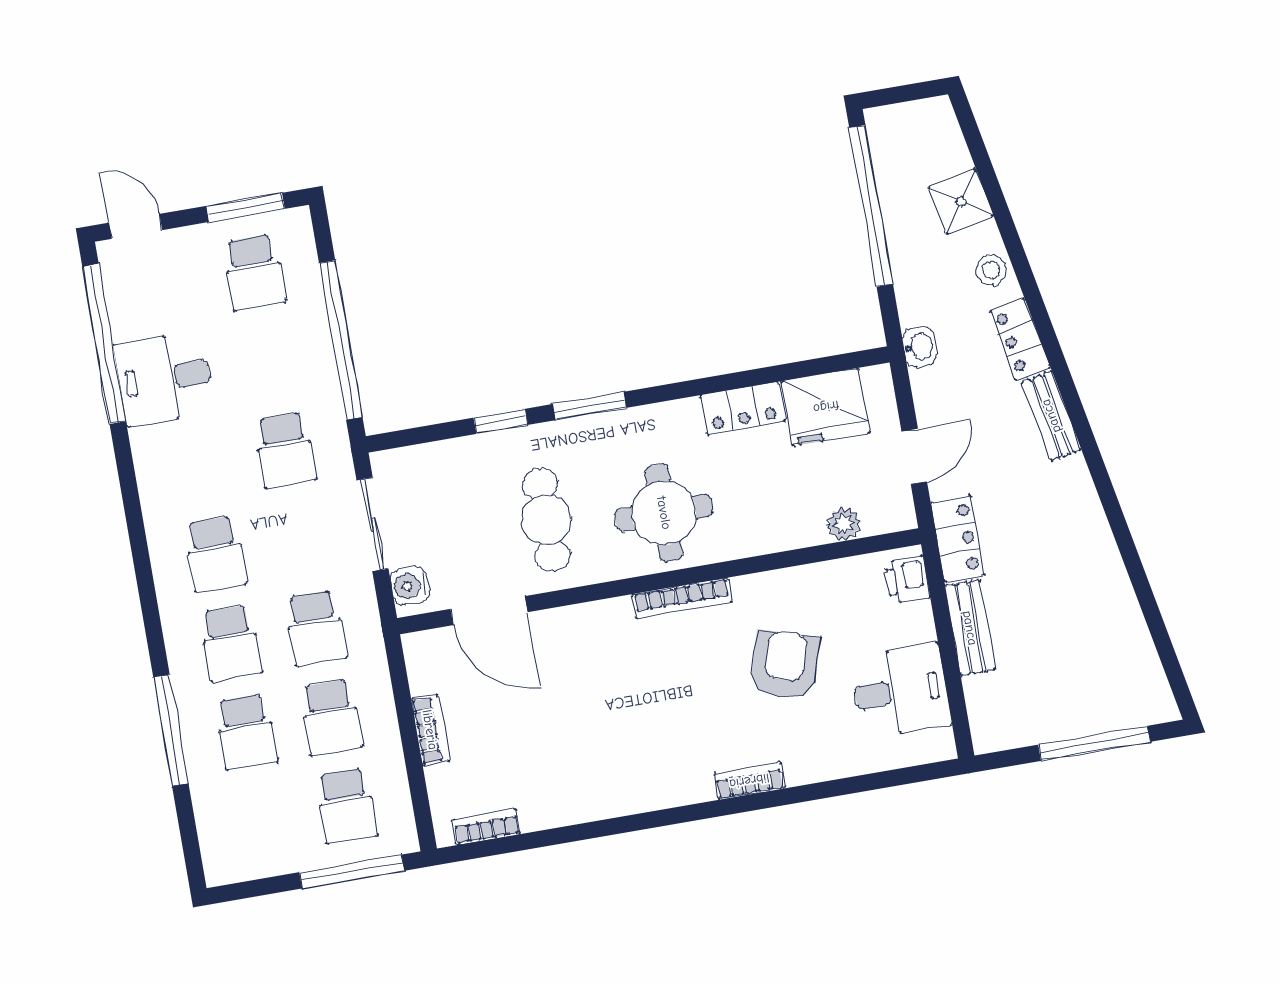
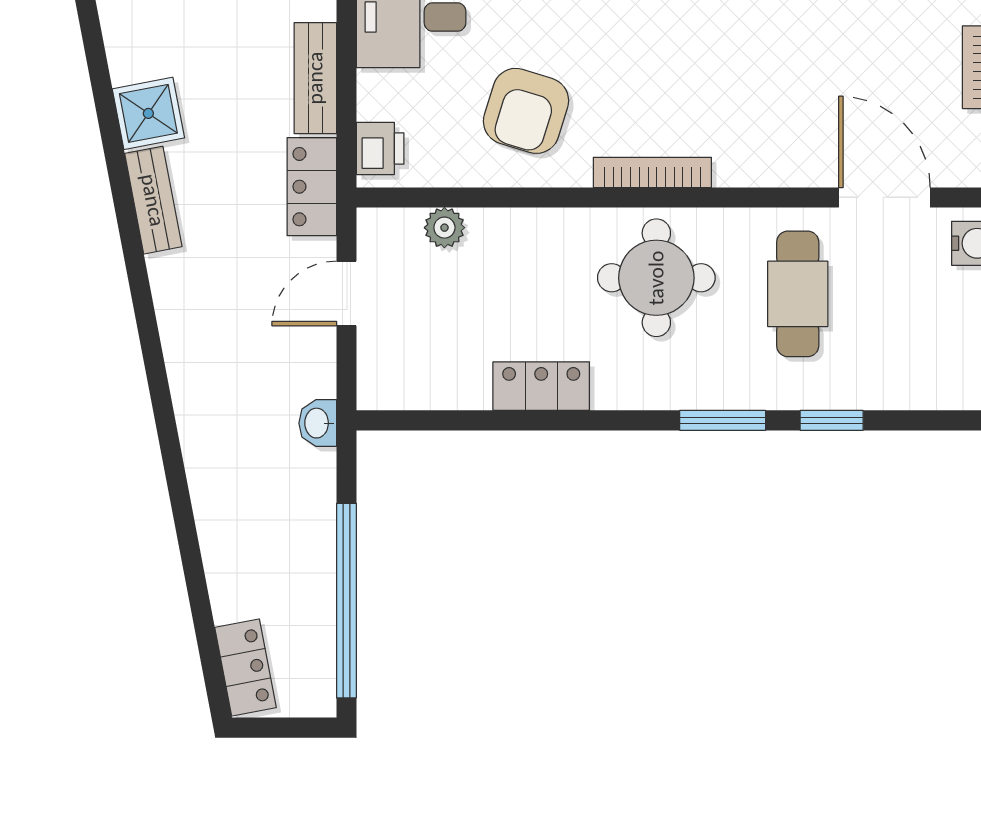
shower: (961, 202) -> (148, 113), moved
stool: (991, 270) -> (217, 500), removed
locker: (1020, 339) -> (246, 667), moved
fridge: (826, 407) -> (442, 371), removed
bench: (1051, 416) -> (153, 200), moved
armchair: (785, 665) -> (526, 111), moved

